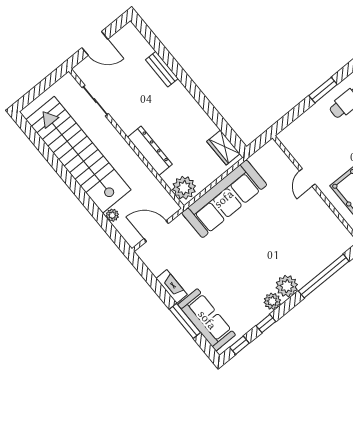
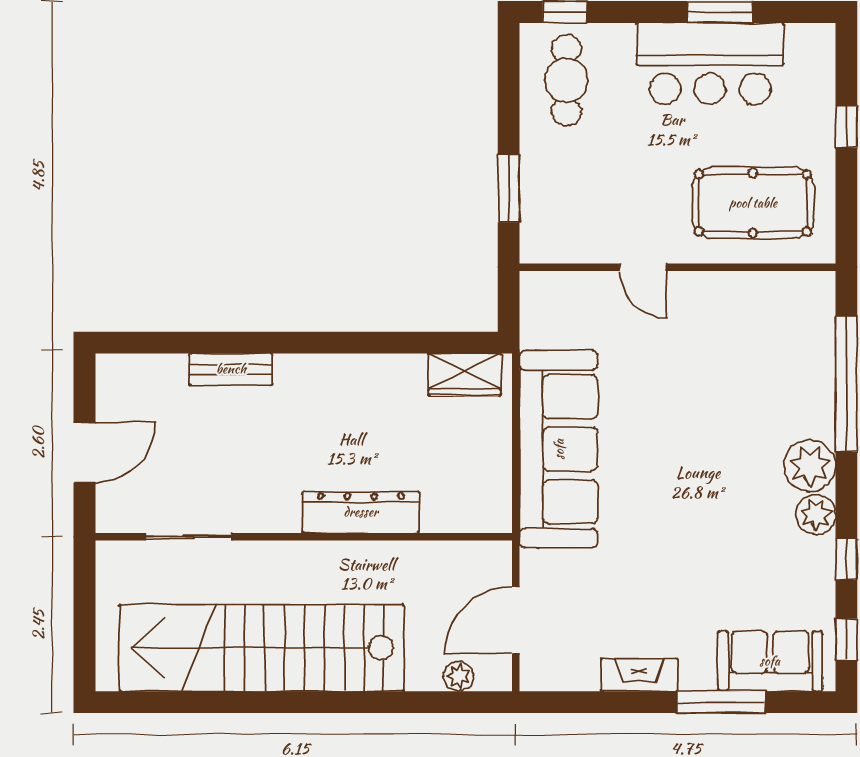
window: (323, 90) -> (509, 188), moved
plant: (184, 188) -> (479, 506), removed
plant: (112, 215) -> (458, 676), moved
sofa: (207, 320) -> (770, 661), width x0.73

